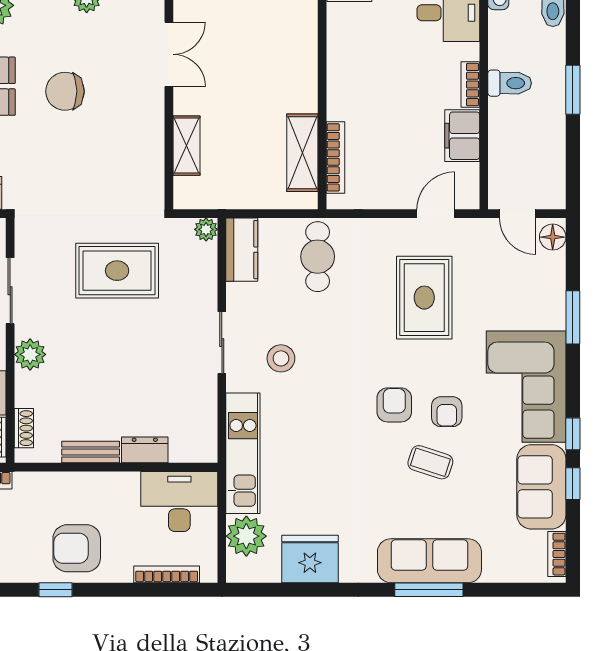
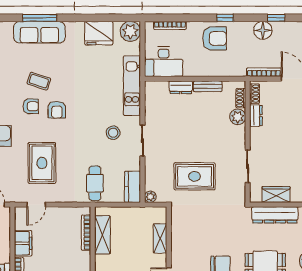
plant: (30, 354) -> (238, 117), moved
armchair: (447, 412) -> (31, 106), turned 90
plant: (246, 536) -> (130, 31), moved

